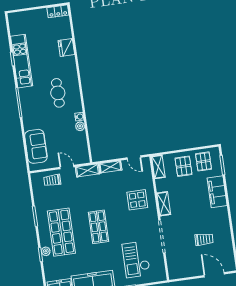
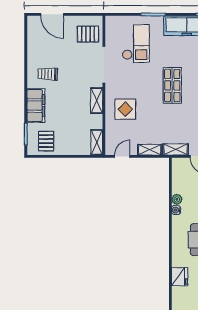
fridge: (66, 48) -> (180, 277), moved
door: (134, 157) -> (122, 156), hinge flipped
pallet: (184, 166) -> (88, 34), moved, turned 90
trolley: (204, 239) -> (48, 74), moved

